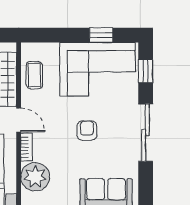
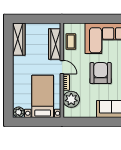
window: (101, 35) -> (109, 19), removed
armchair: (87, 131) -> (101, 73), width x1.88, depth x1.88

